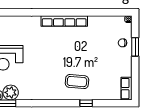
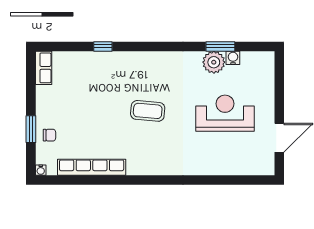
row of seats: (64, 21) -> (92, 167), moved
coffee table: (77, 82) -> (148, 111), moved

